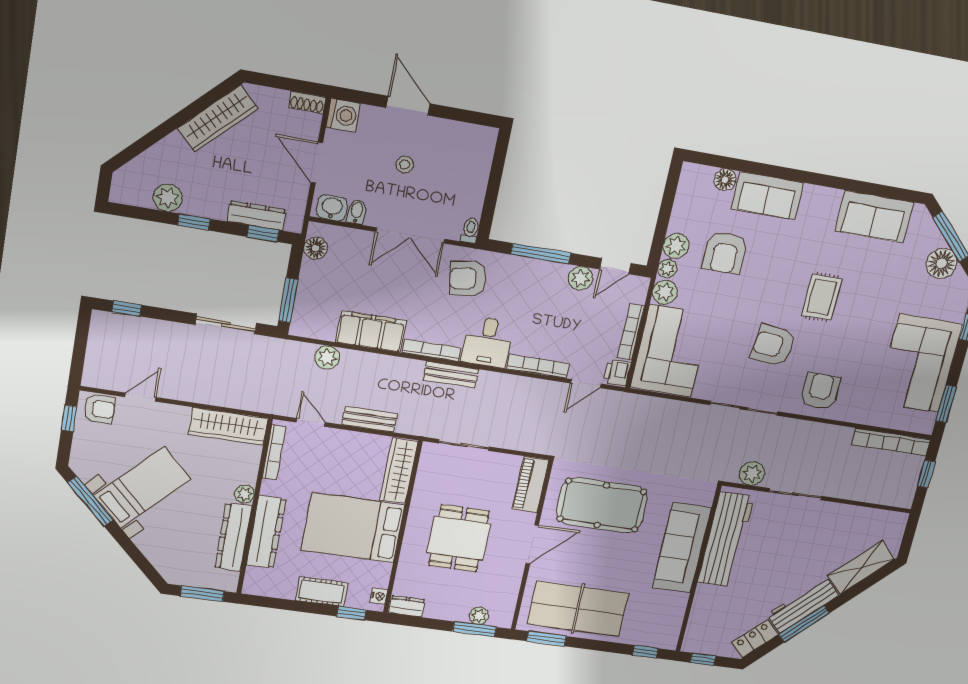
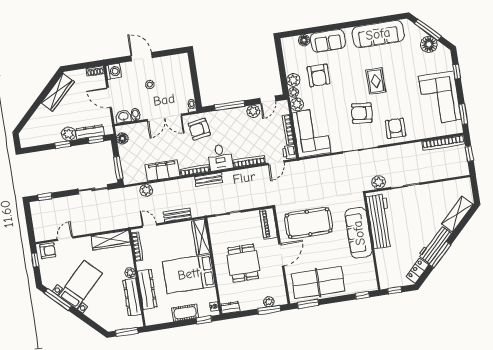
plant: (168, 198) -> (68, 134), moved
sofa: (874, 216) -> (378, 34), width x1.36

